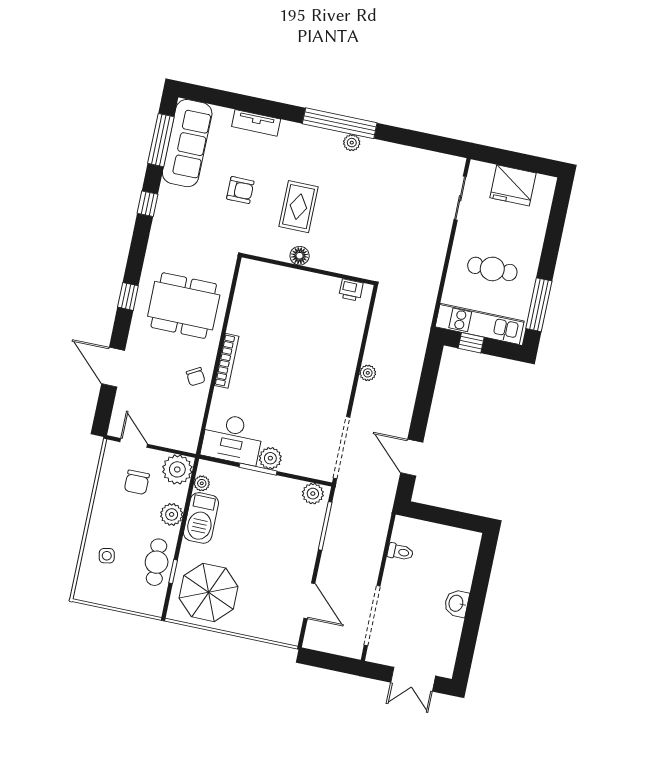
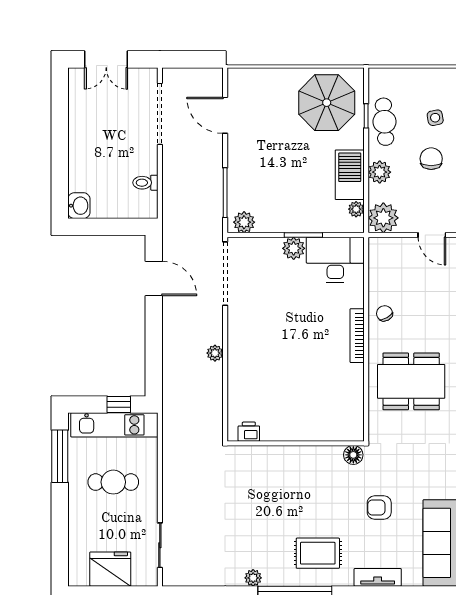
plant: (352, 143) -> (253, 578), moved
rug: (298, 207) -> (318, 553), moved, turned 90
floor lamp: (300, 256) -> (353, 455), moved
chair: (137, 482) -> (431, 159), moved
washbasin: (457, 603) -> (79, 206), moved
double door: (413, 679) -> (106, 59), swing flipped

